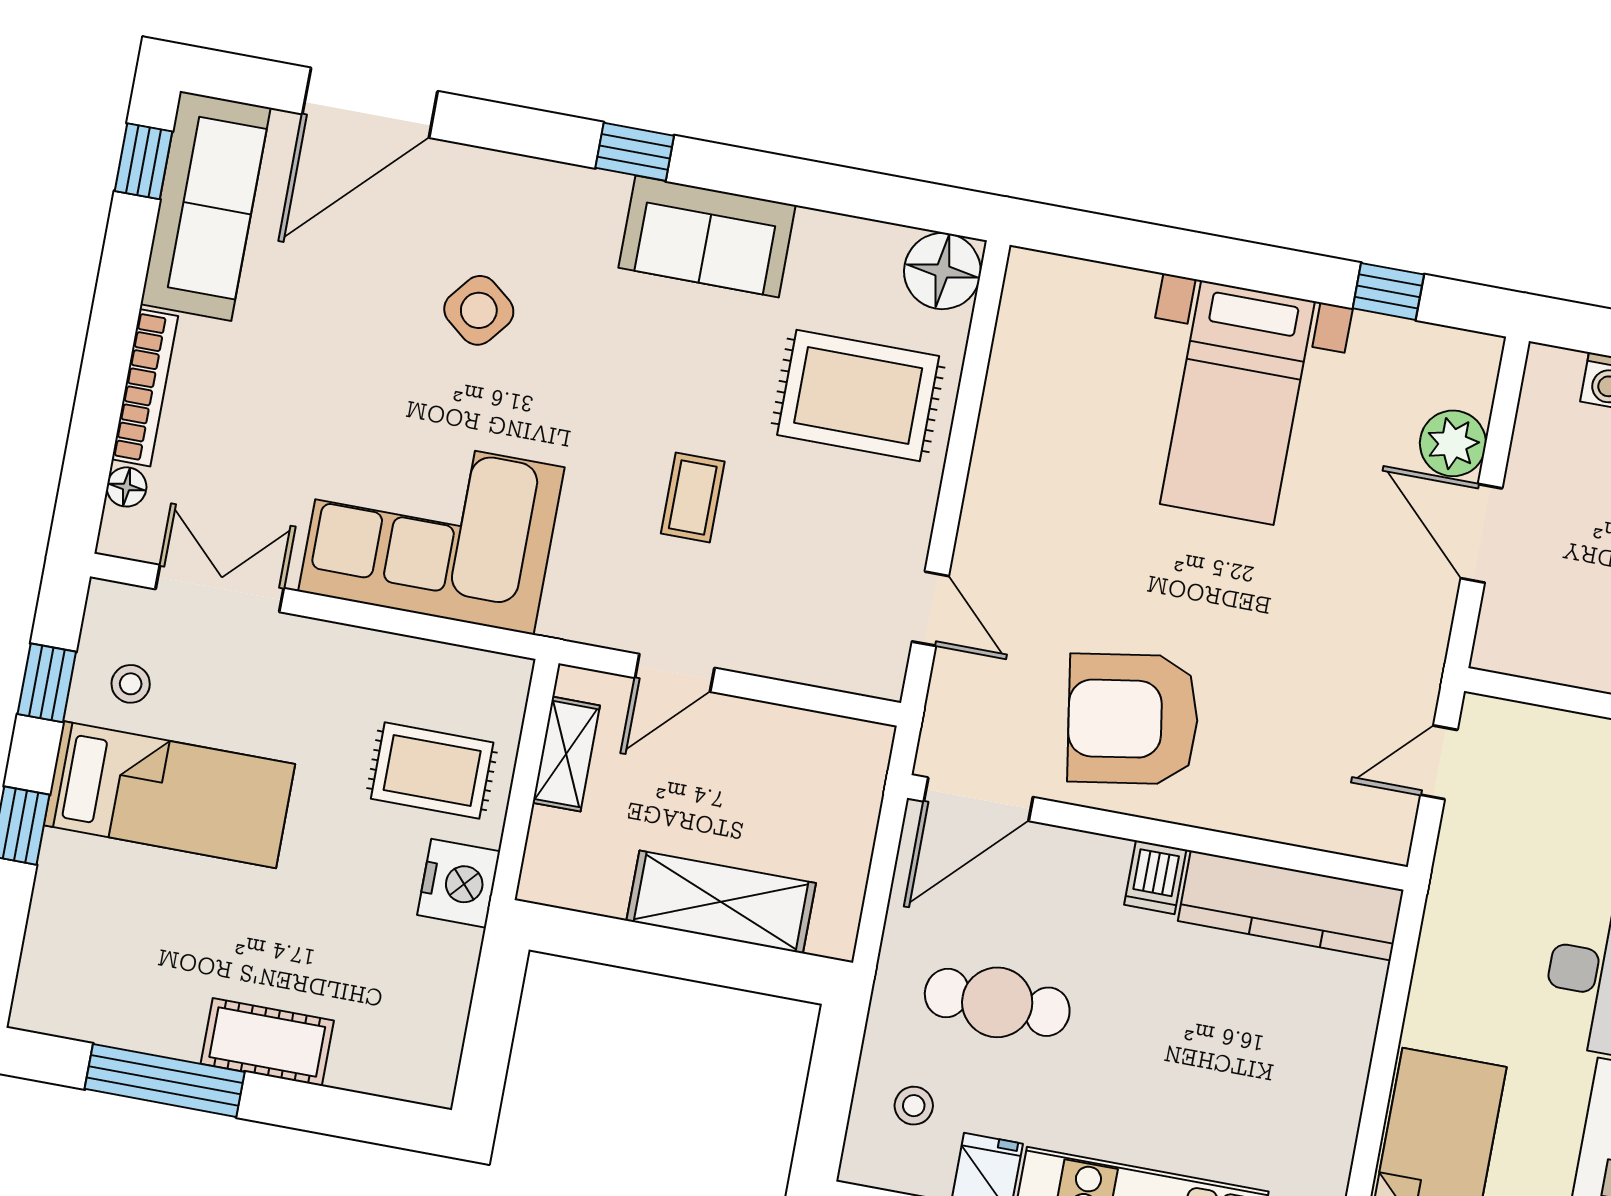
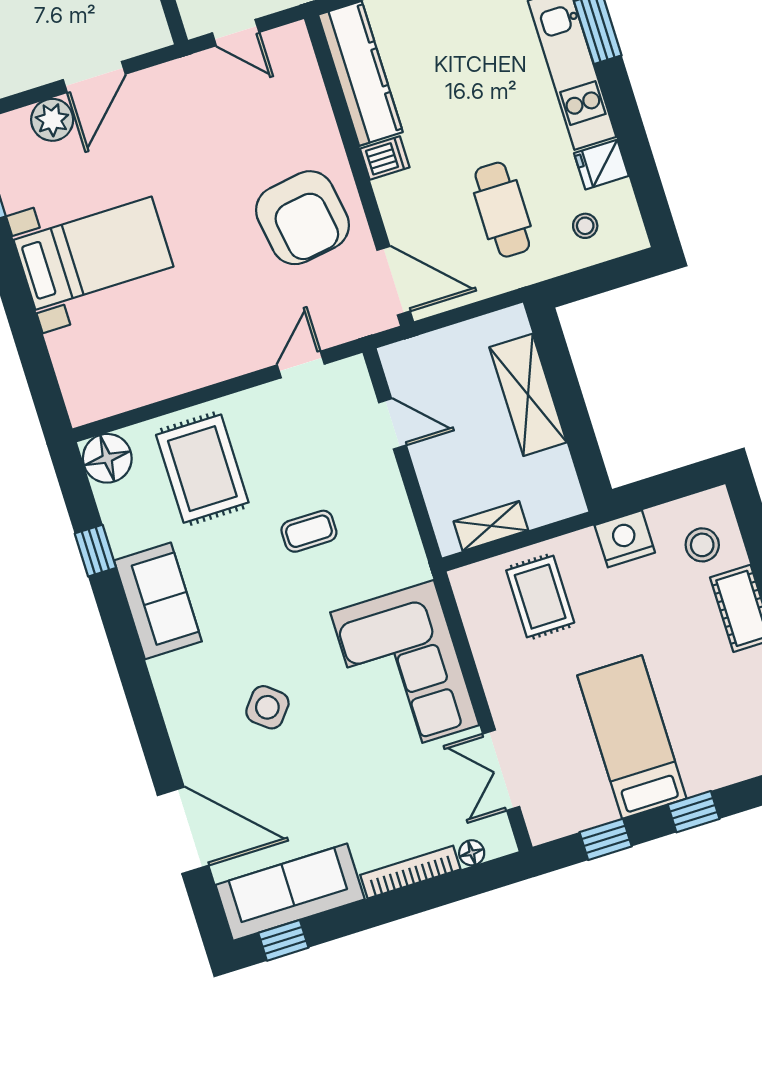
window: (635, 152) -> (95, 551), moved
door: (675, 673) -> (393, 424), moved
stool: (131, 684) -> (702, 545), moved, width x1.37, depth x1.37
nightstand: (459, 883) -> (625, 539), moved

